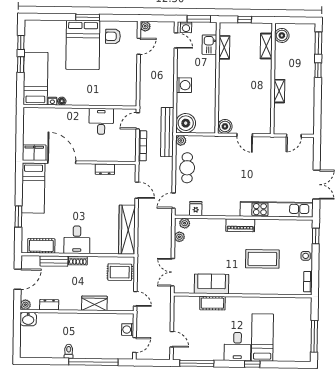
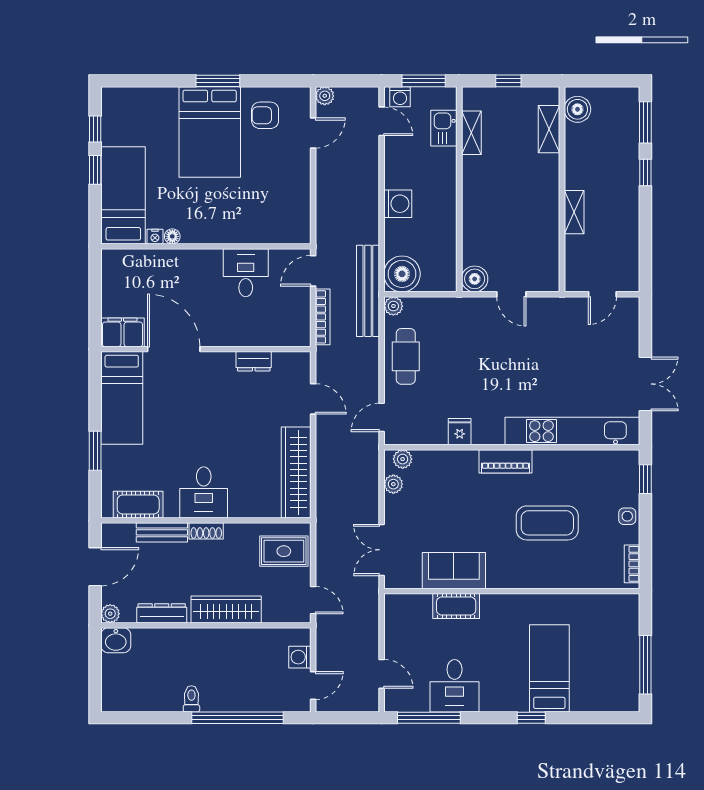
fridge: (196, 209) -> (460, 432), moved
wardrobe: (94, 303) -> (226, 610), width x1.50
dresser: (49, 305) -> (162, 613), width x1.44
desk: (237, 347) -> (455, 686), moved

